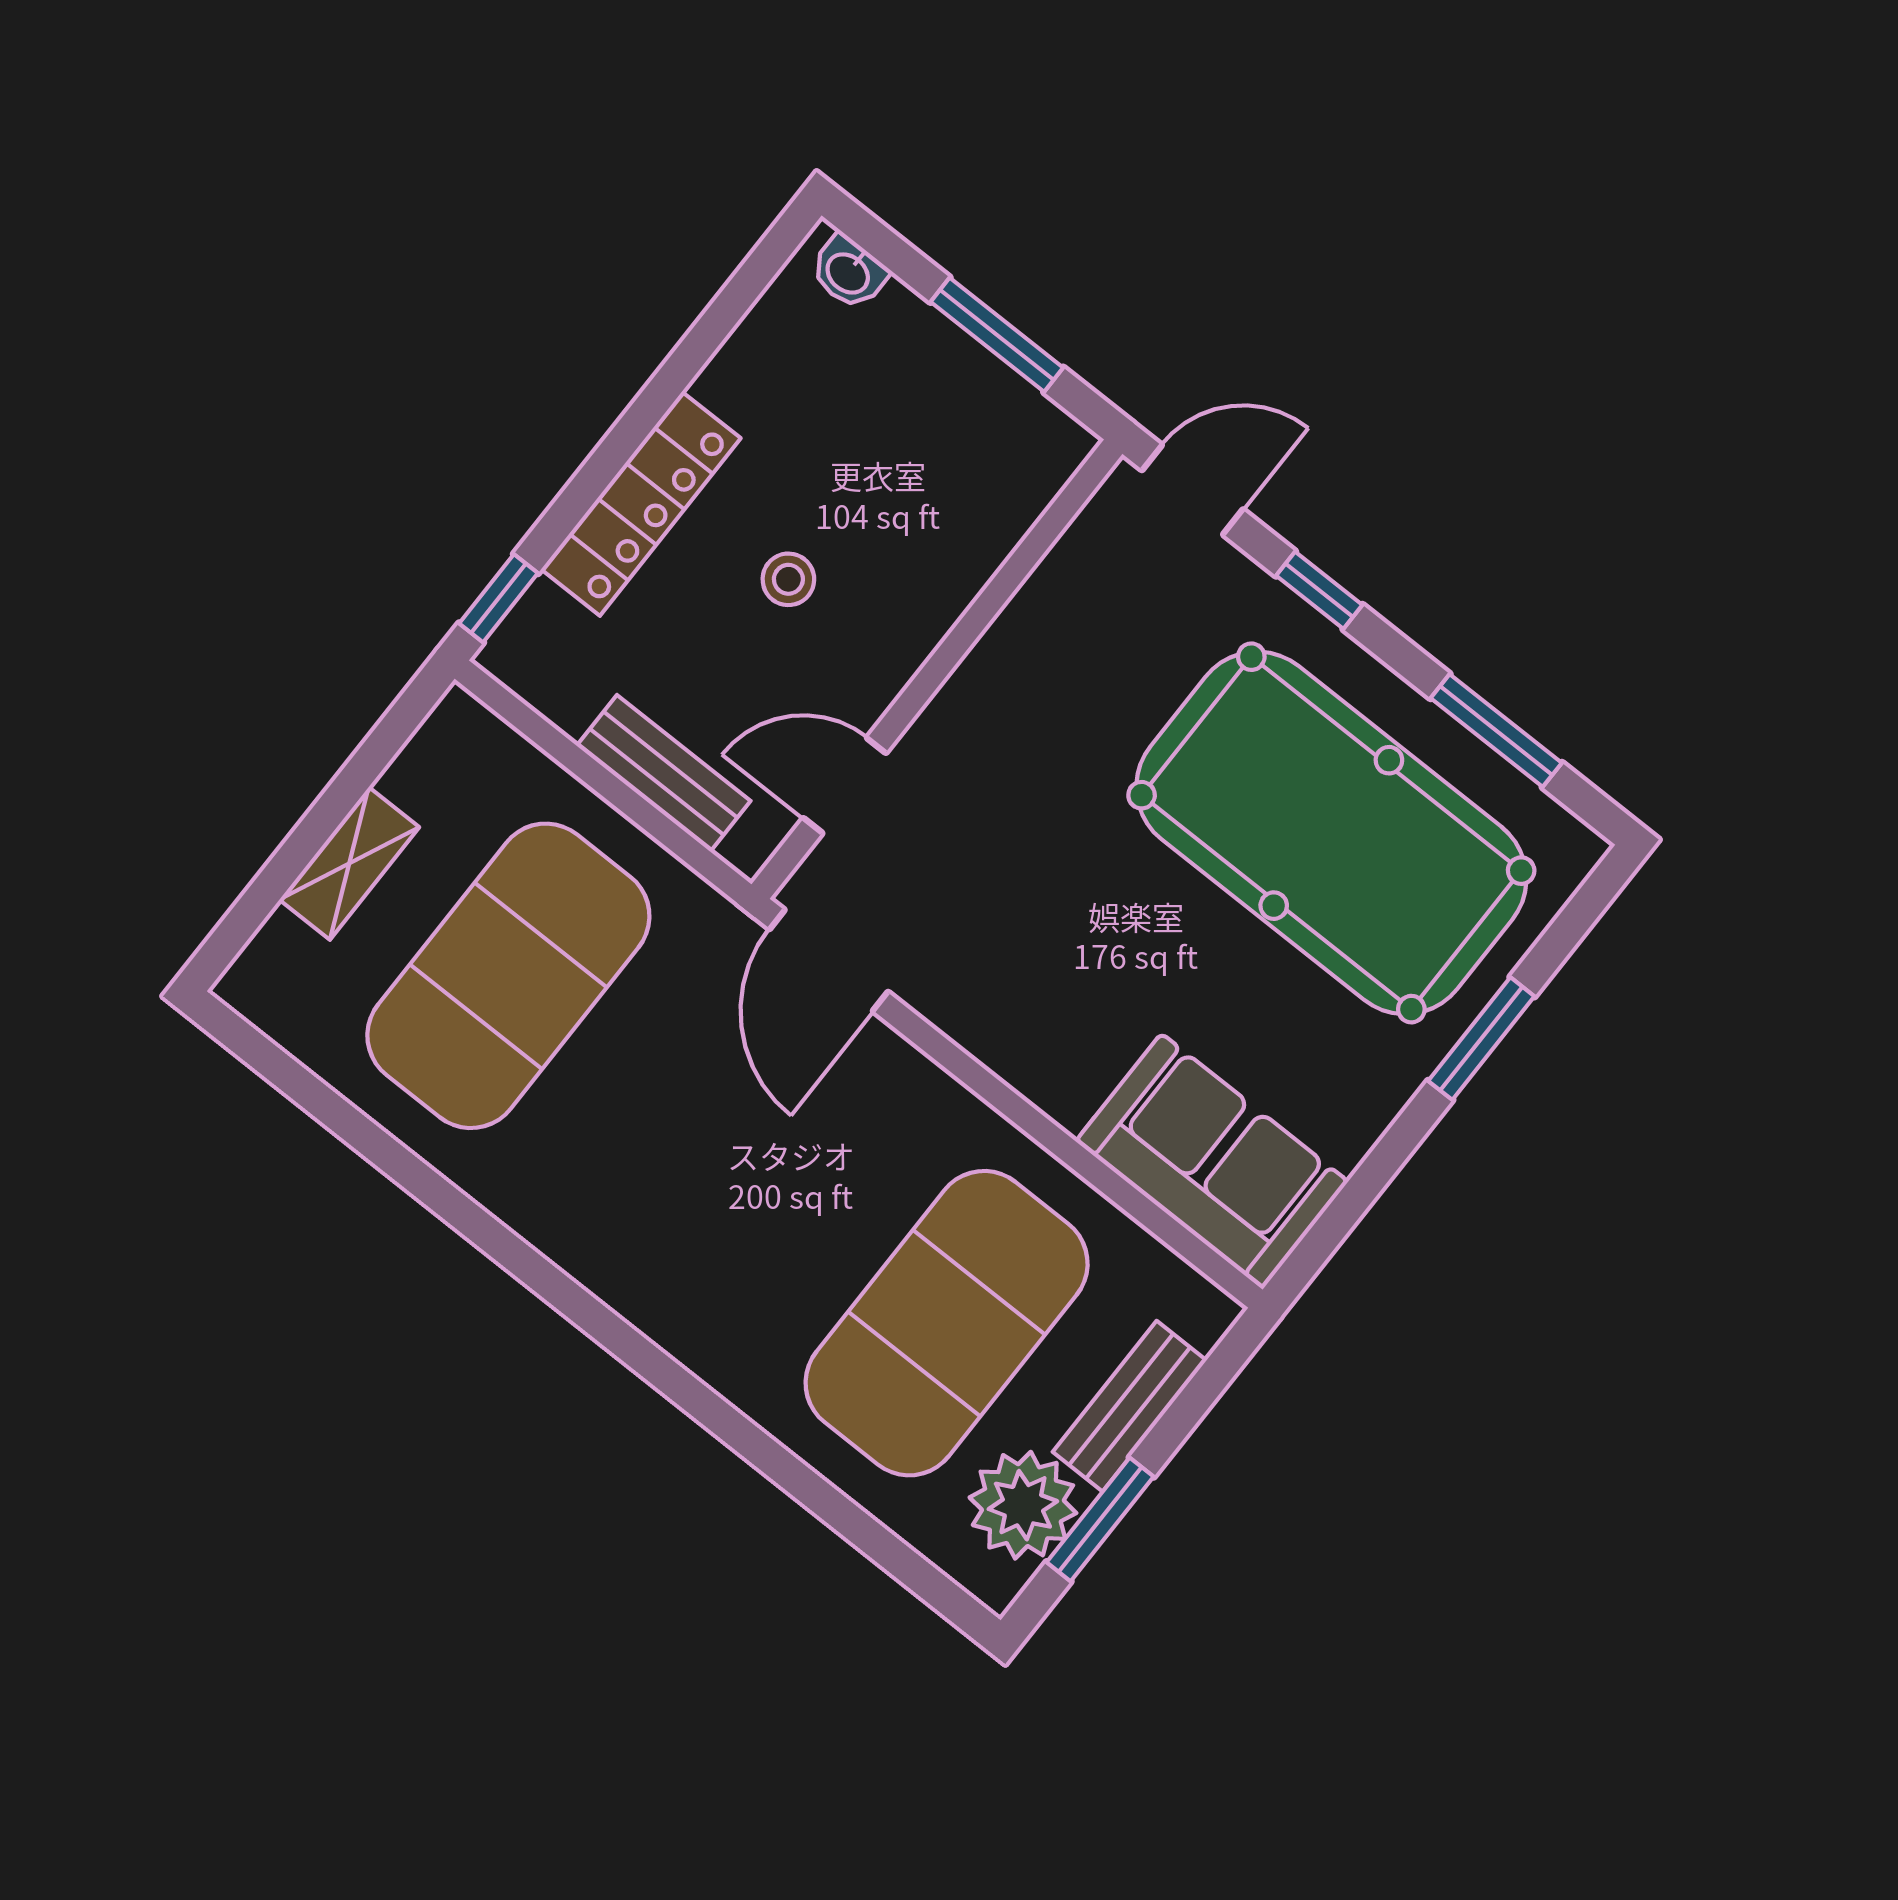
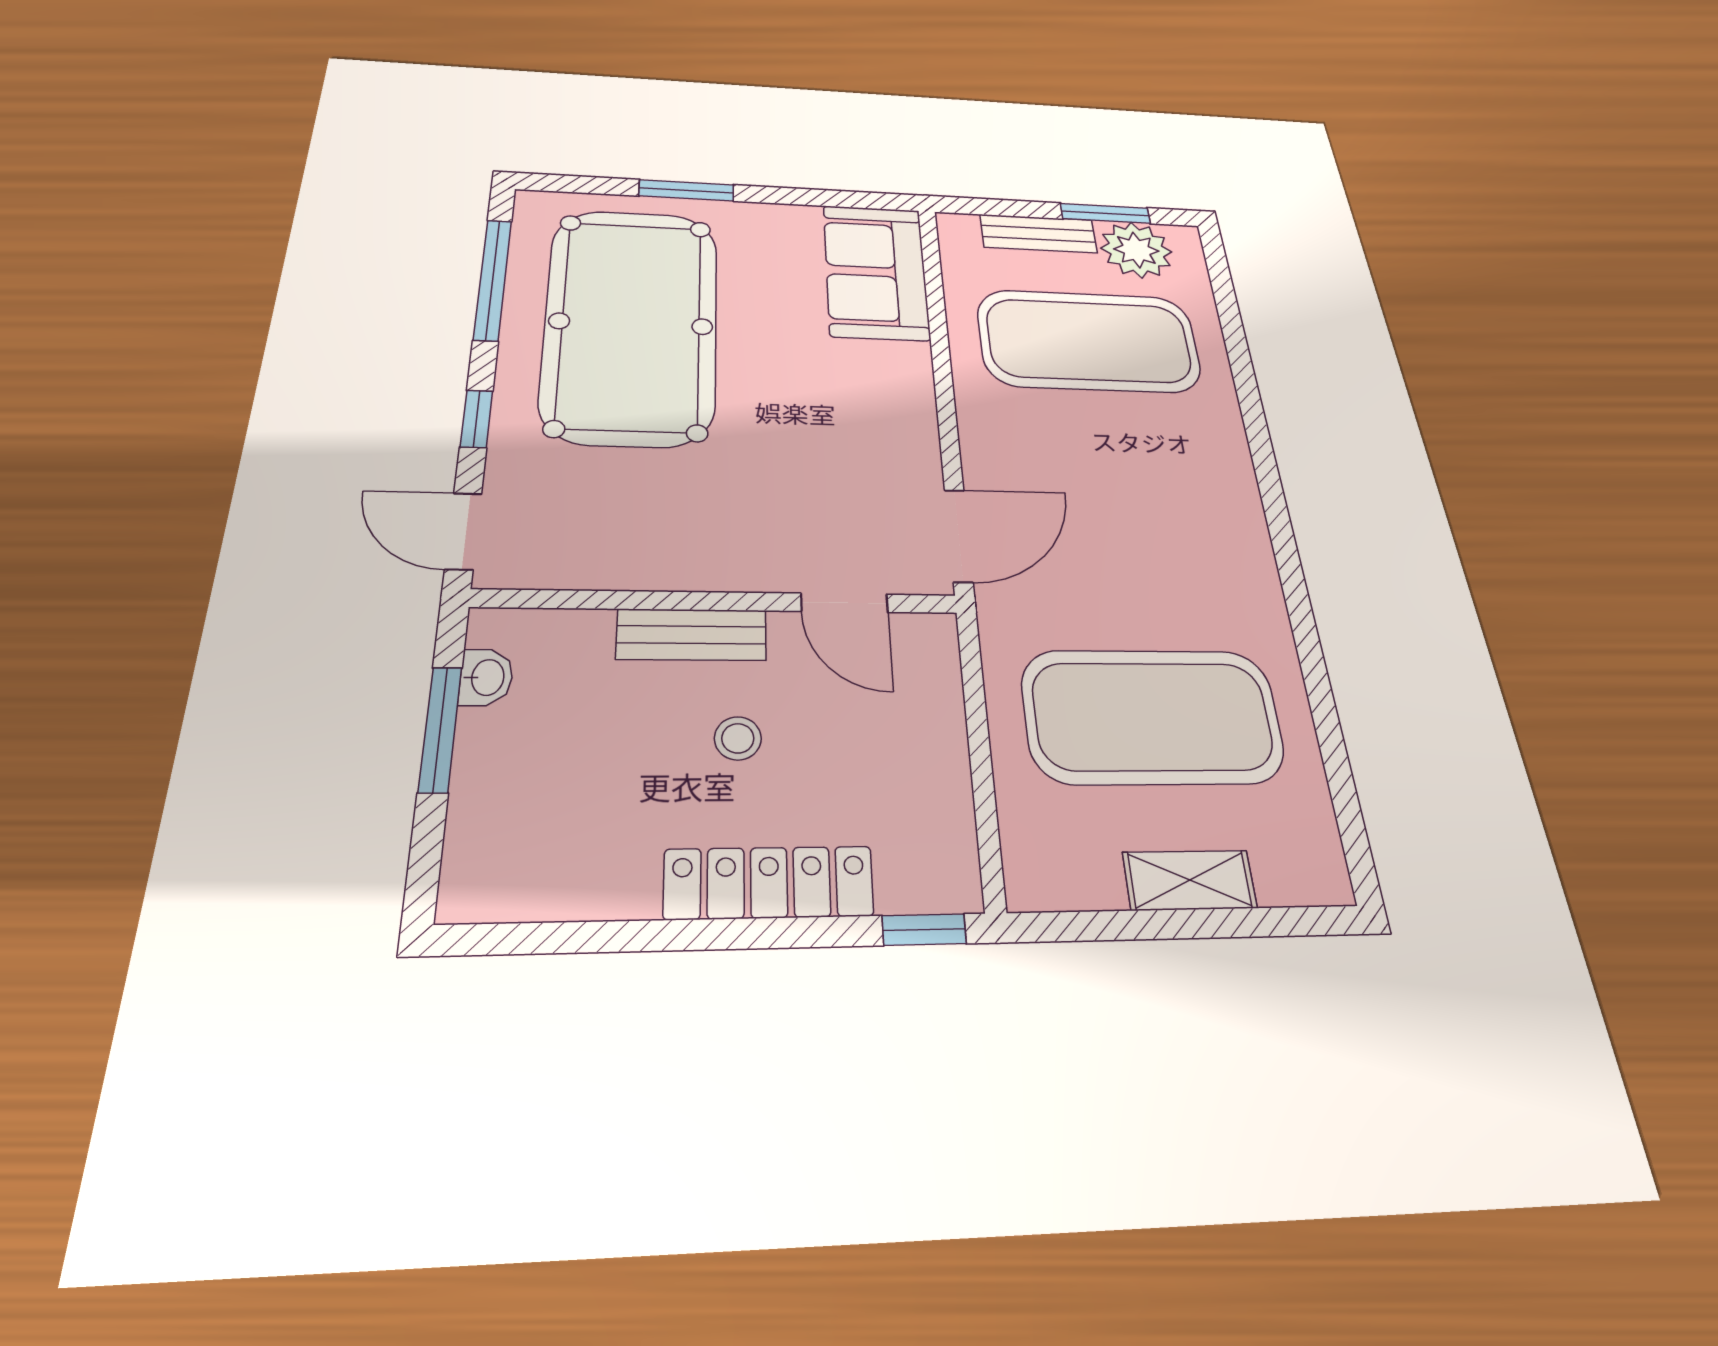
washbasin: (849, 272) -> (486, 677), moved
window: (1496, 731) -> (493, 279), width x1.44
bench: (664, 773) -> (692, 635), moved, turned 90

